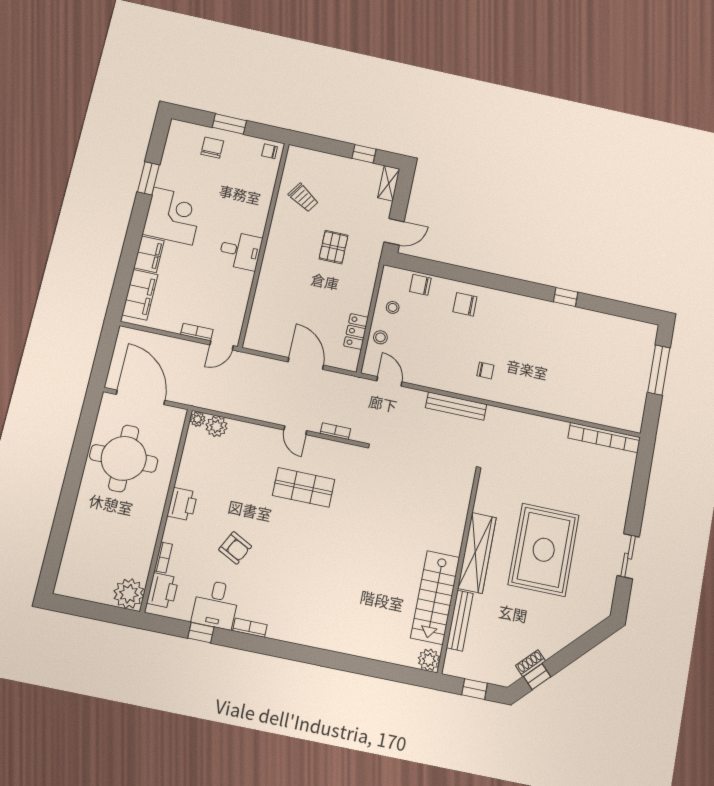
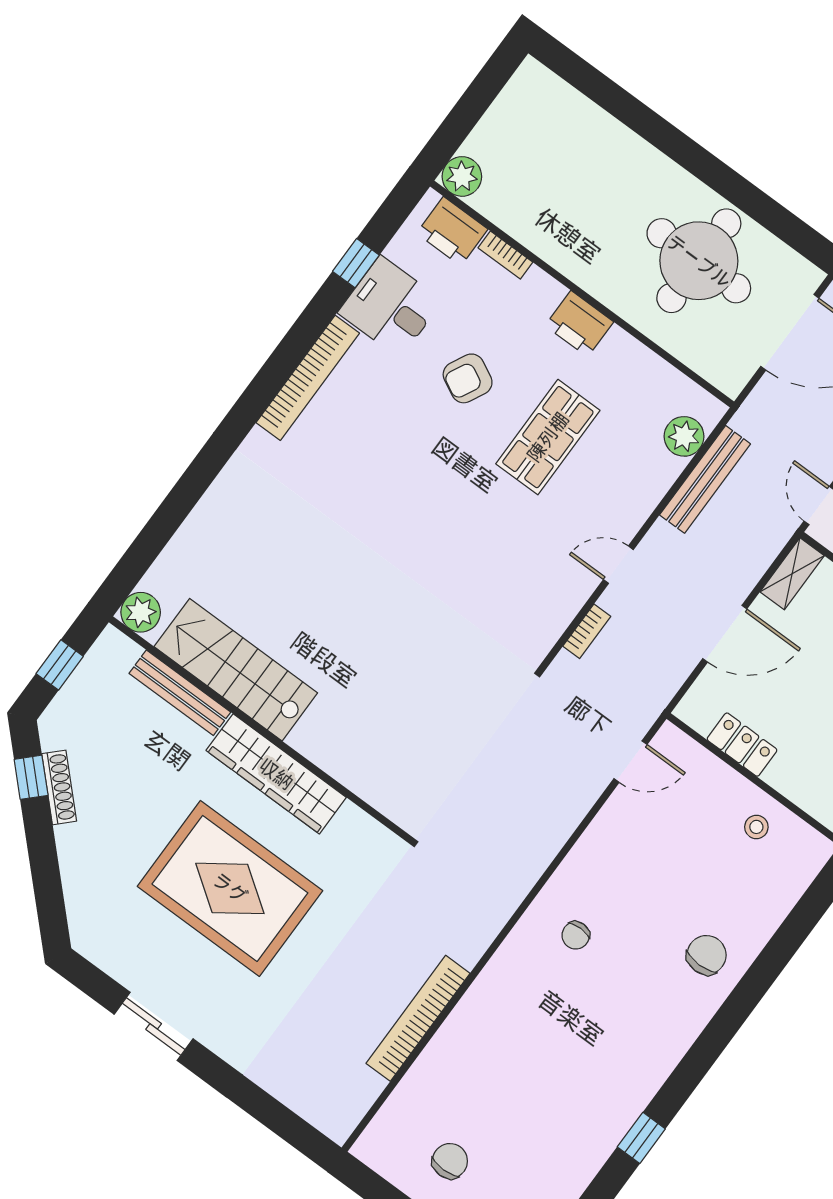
chair: (420, 285) -> (450, 1161), moved
stool: (380, 337) -> (713, 782), removed
shelving: (261, 344) -> (792, 574), added
bench: (456, 406) -> (705, 479), moved
plant: (198, 419) -> (710, 410), removed
bookcase: (604, 438) -> (418, 1018), moved
shop shelf: (304, 487) -> (548, 437), moved
plant: (129, 594) -> (462, 176), width x0.73, depth x0.73
bookcase: (250, 628) -> (308, 378), width x2.31, depth x1.31
shoe rack: (530, 663) -> (59, 787), width x1.43

